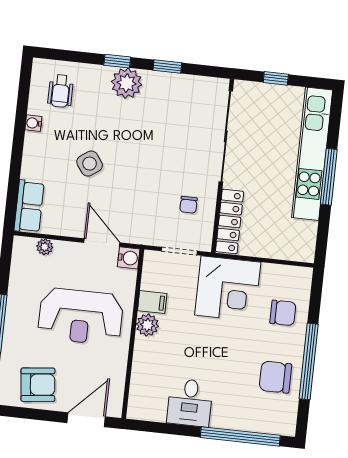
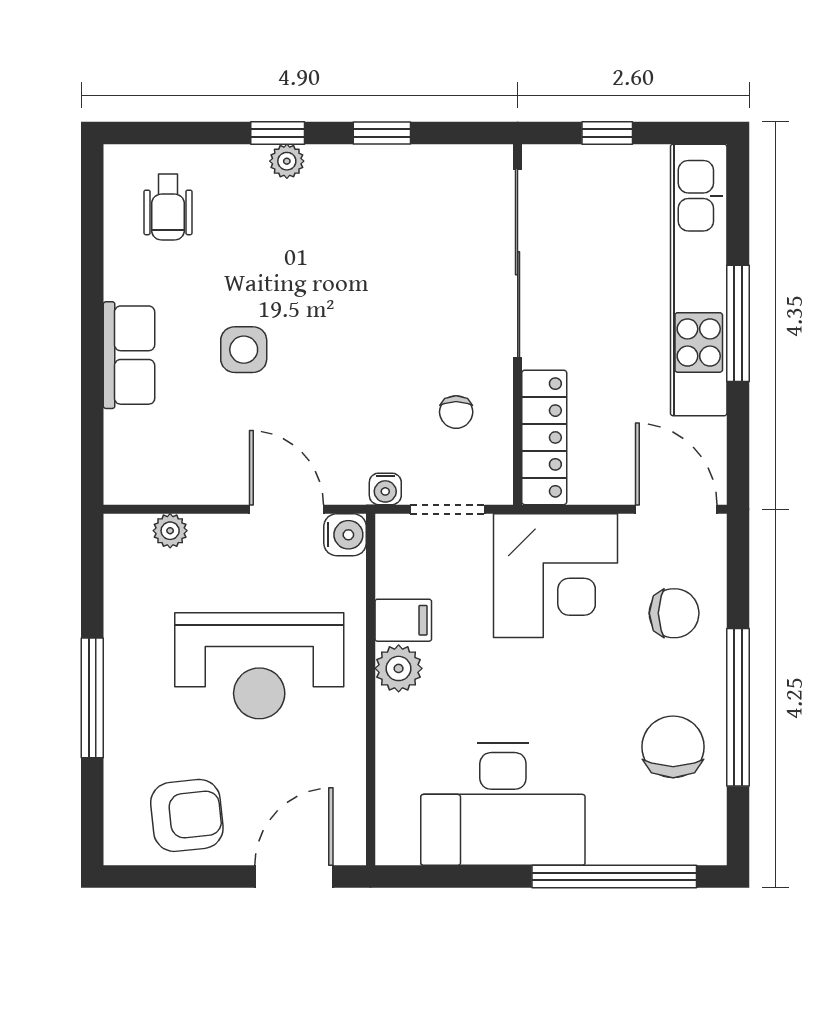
plant: (127, 83) -> (287, 161), width x0.53, depth x0.53
water cooler: (33, 123) -> (385, 489), moved, turned -90
side table: (90, 164) -> (244, 350), turned 35
row of seats: (29, 206) -> (129, 355), moved
door: (289, 263) -> (676, 509), added
chair: (275, 377) -> (673, 747), turned 90
desk: (190, 403) -> (503, 804), width x1.87, depth x1.30

